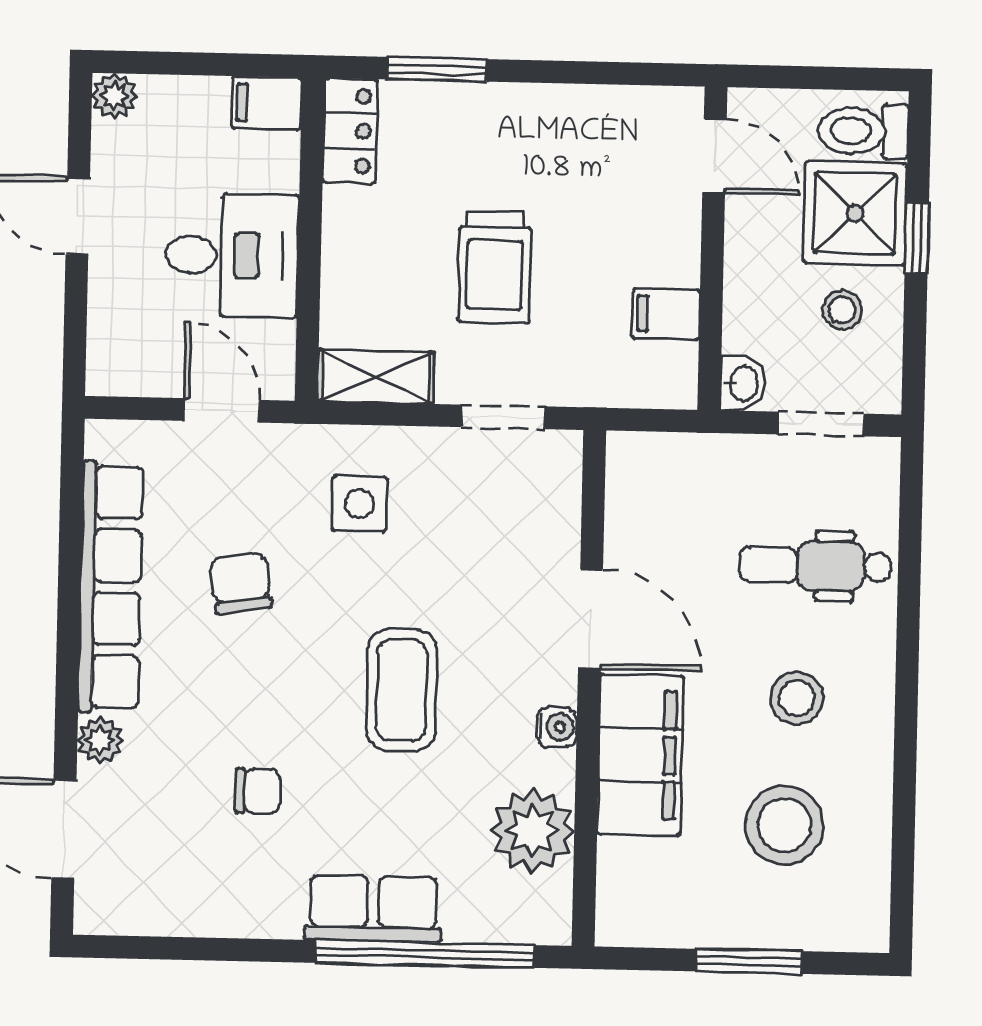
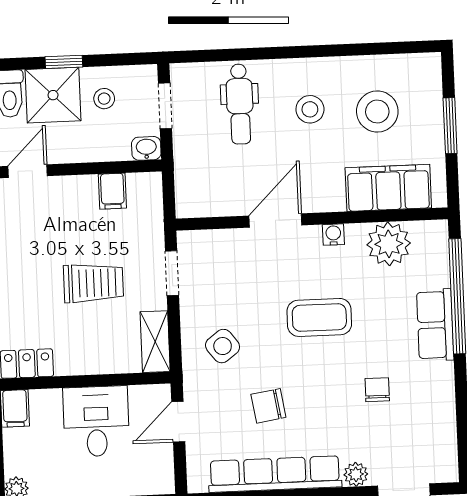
side table: (359, 504) -> (223, 346), turned -37
filing cabinet: (640, 755) -> (388, 188), moved

